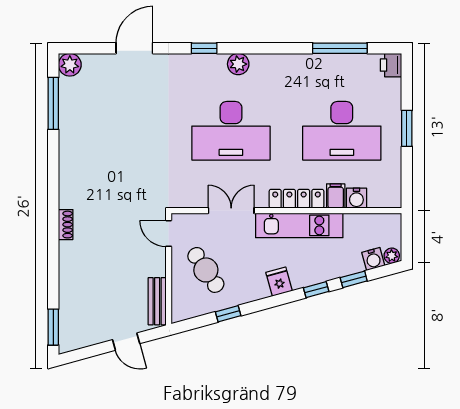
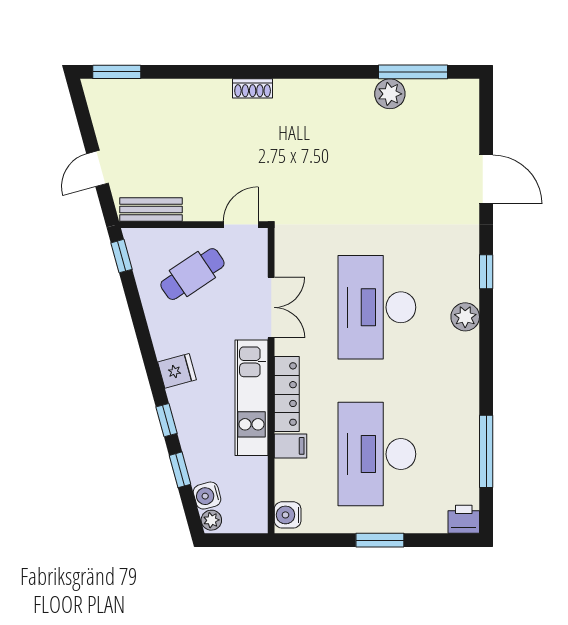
plant: (70, 65) -> (390, 94), moved
water cooler: (356, 198) -> (288, 515), moved
window: (228, 314) -> (122, 256), moved

